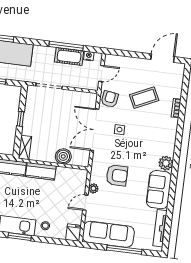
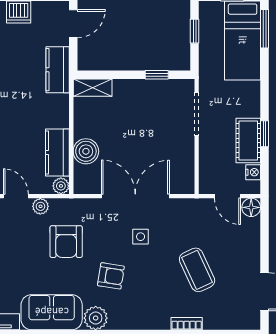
window: (66, 46) -> (265, 134), width x0.46
floor lamp: (110, 60) -> (251, 207), added
armchair: (110, 99) -> (111, 276), moved
window: (21, 119) -> (157, 75), moved
kitchen counter: (41, 171) -> (57, 152), moved
plant: (83, 174) -> (61, 186), added

